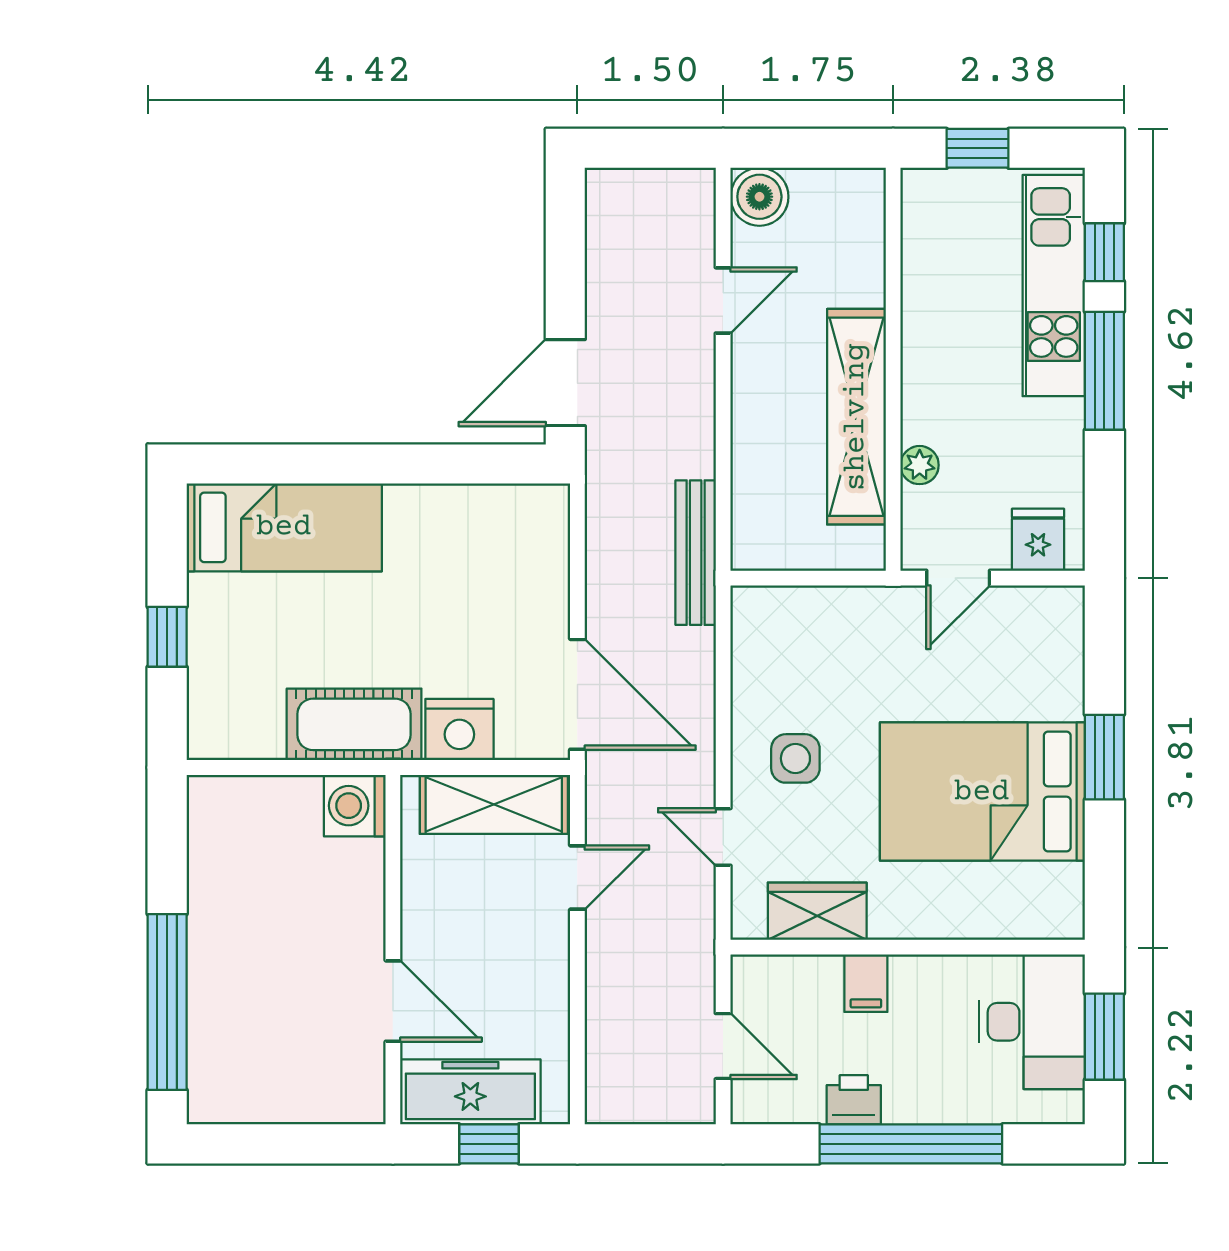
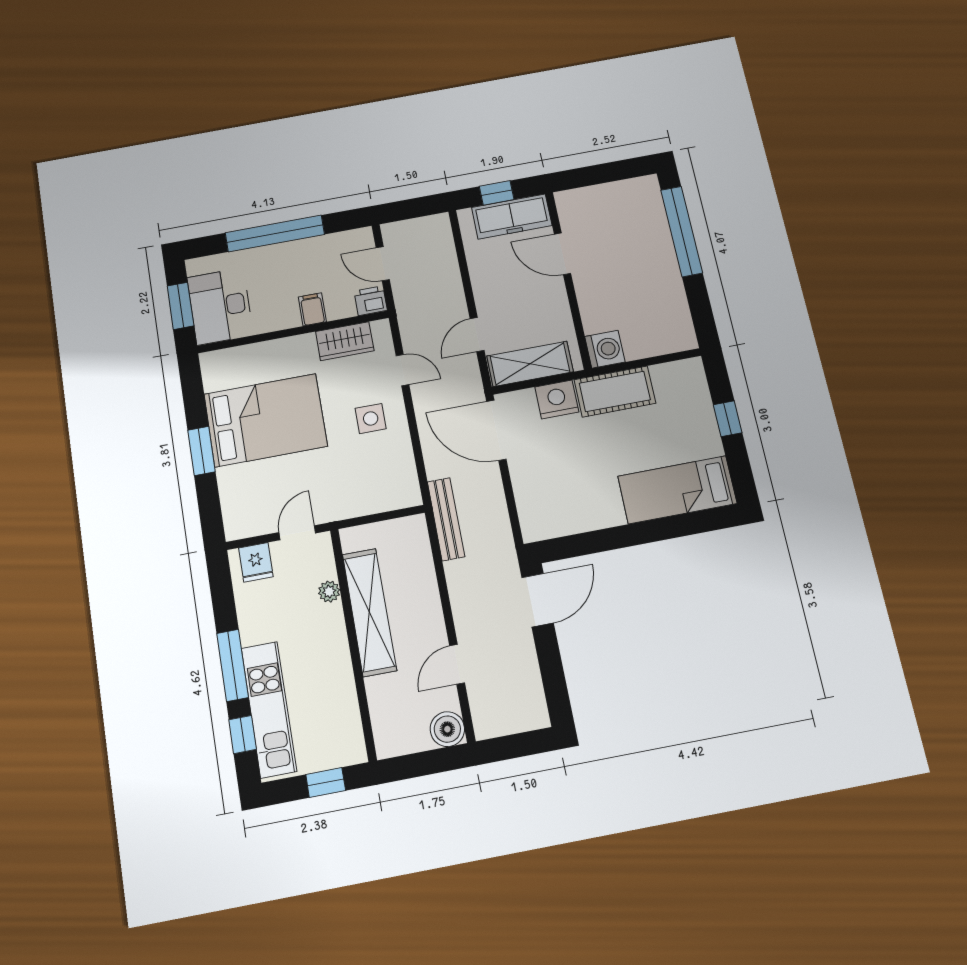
printer: (854, 1100) -> (371, 301), moved, turned 180

